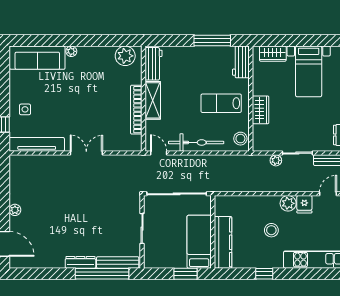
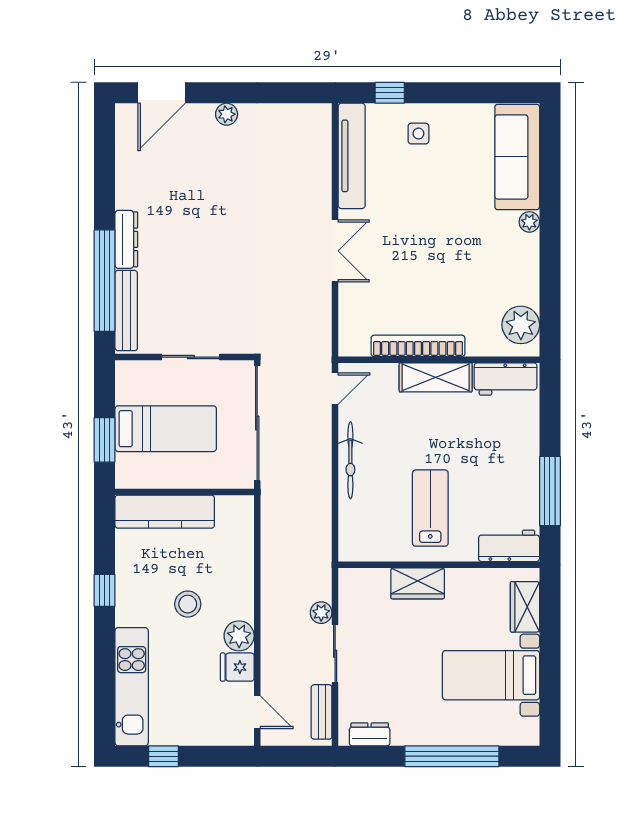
stool: (240, 139) -> (363, 545), removed
bicycle: (196, 142) -> (350, 460), width x0.73, depth x0.71
bed: (199, 242) -> (166, 429), moved

